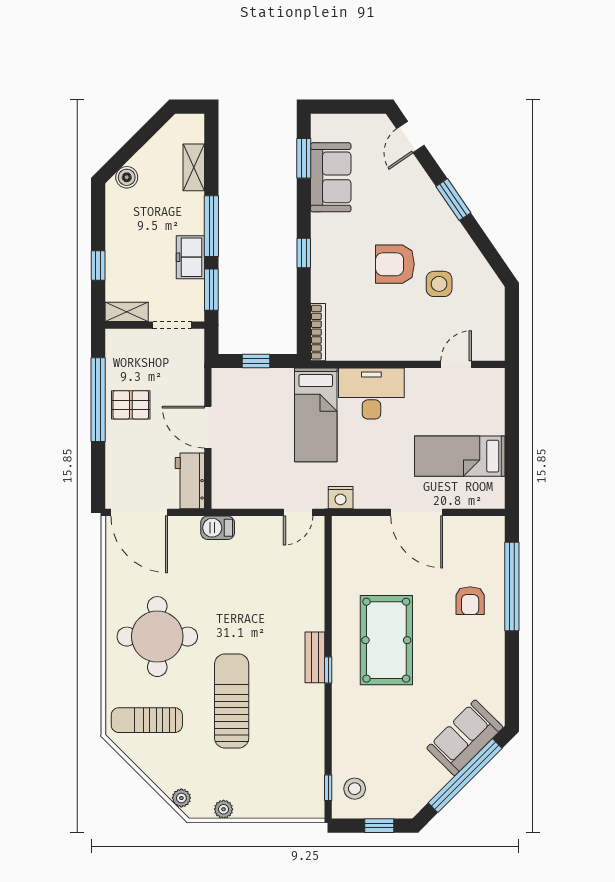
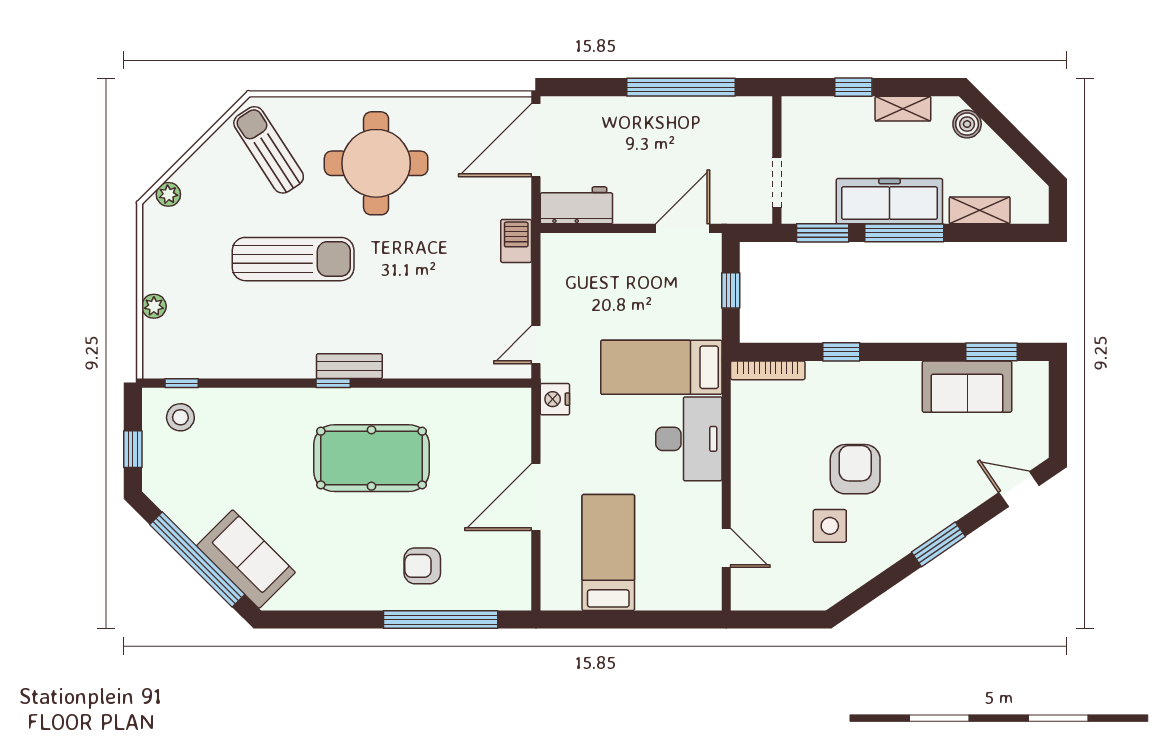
window: (304, 253) -> (841, 352), moved
freezer: (190, 257) -> (889, 201), width x1.91, depth x1.26
shelving: (127, 312) -> (903, 109), moved, turned 90
pallet: (131, 405) -> (674, 129), removed
door: (208, 427) -> (683, 228), moved
door: (298, 512) -> (536, 345), hinge flipped
sun lounger: (147, 720) -> (269, 150), turned -33
plant: (224, 809) -> (154, 306), moved

